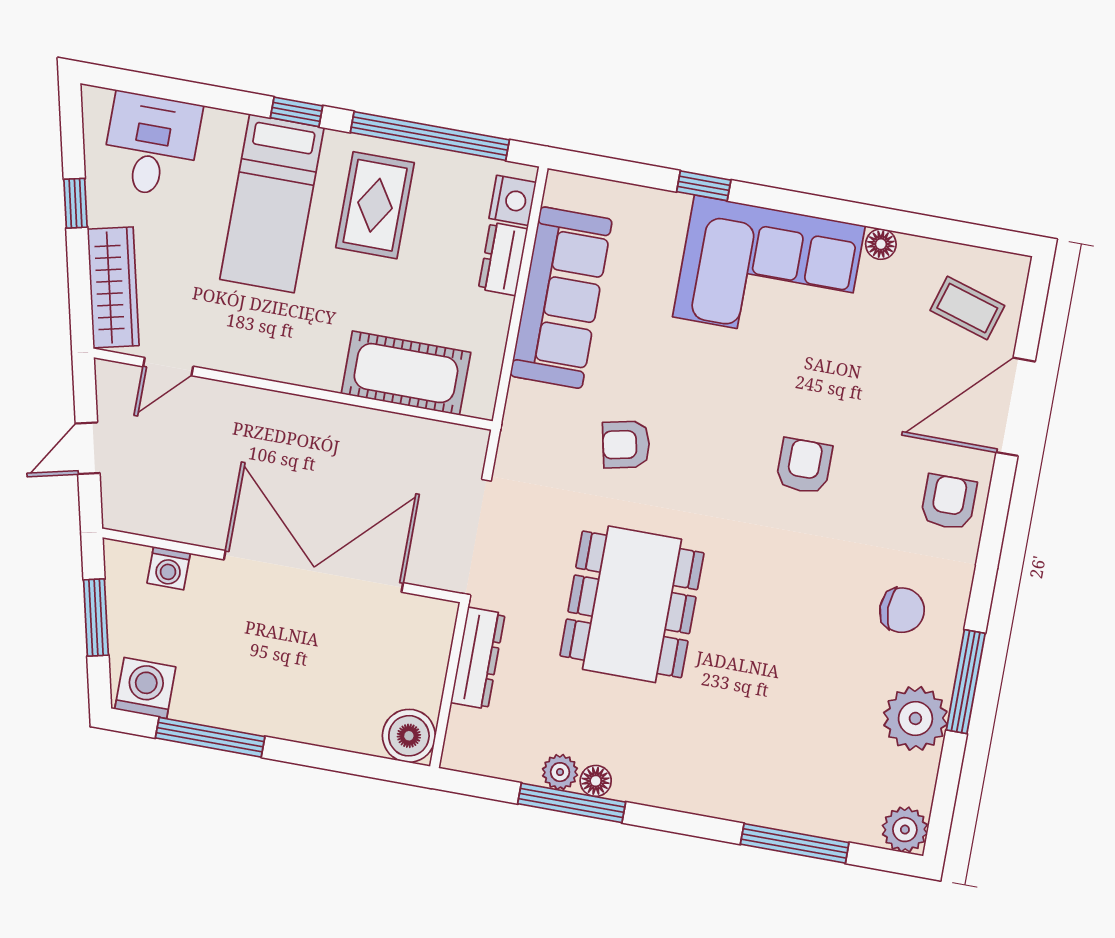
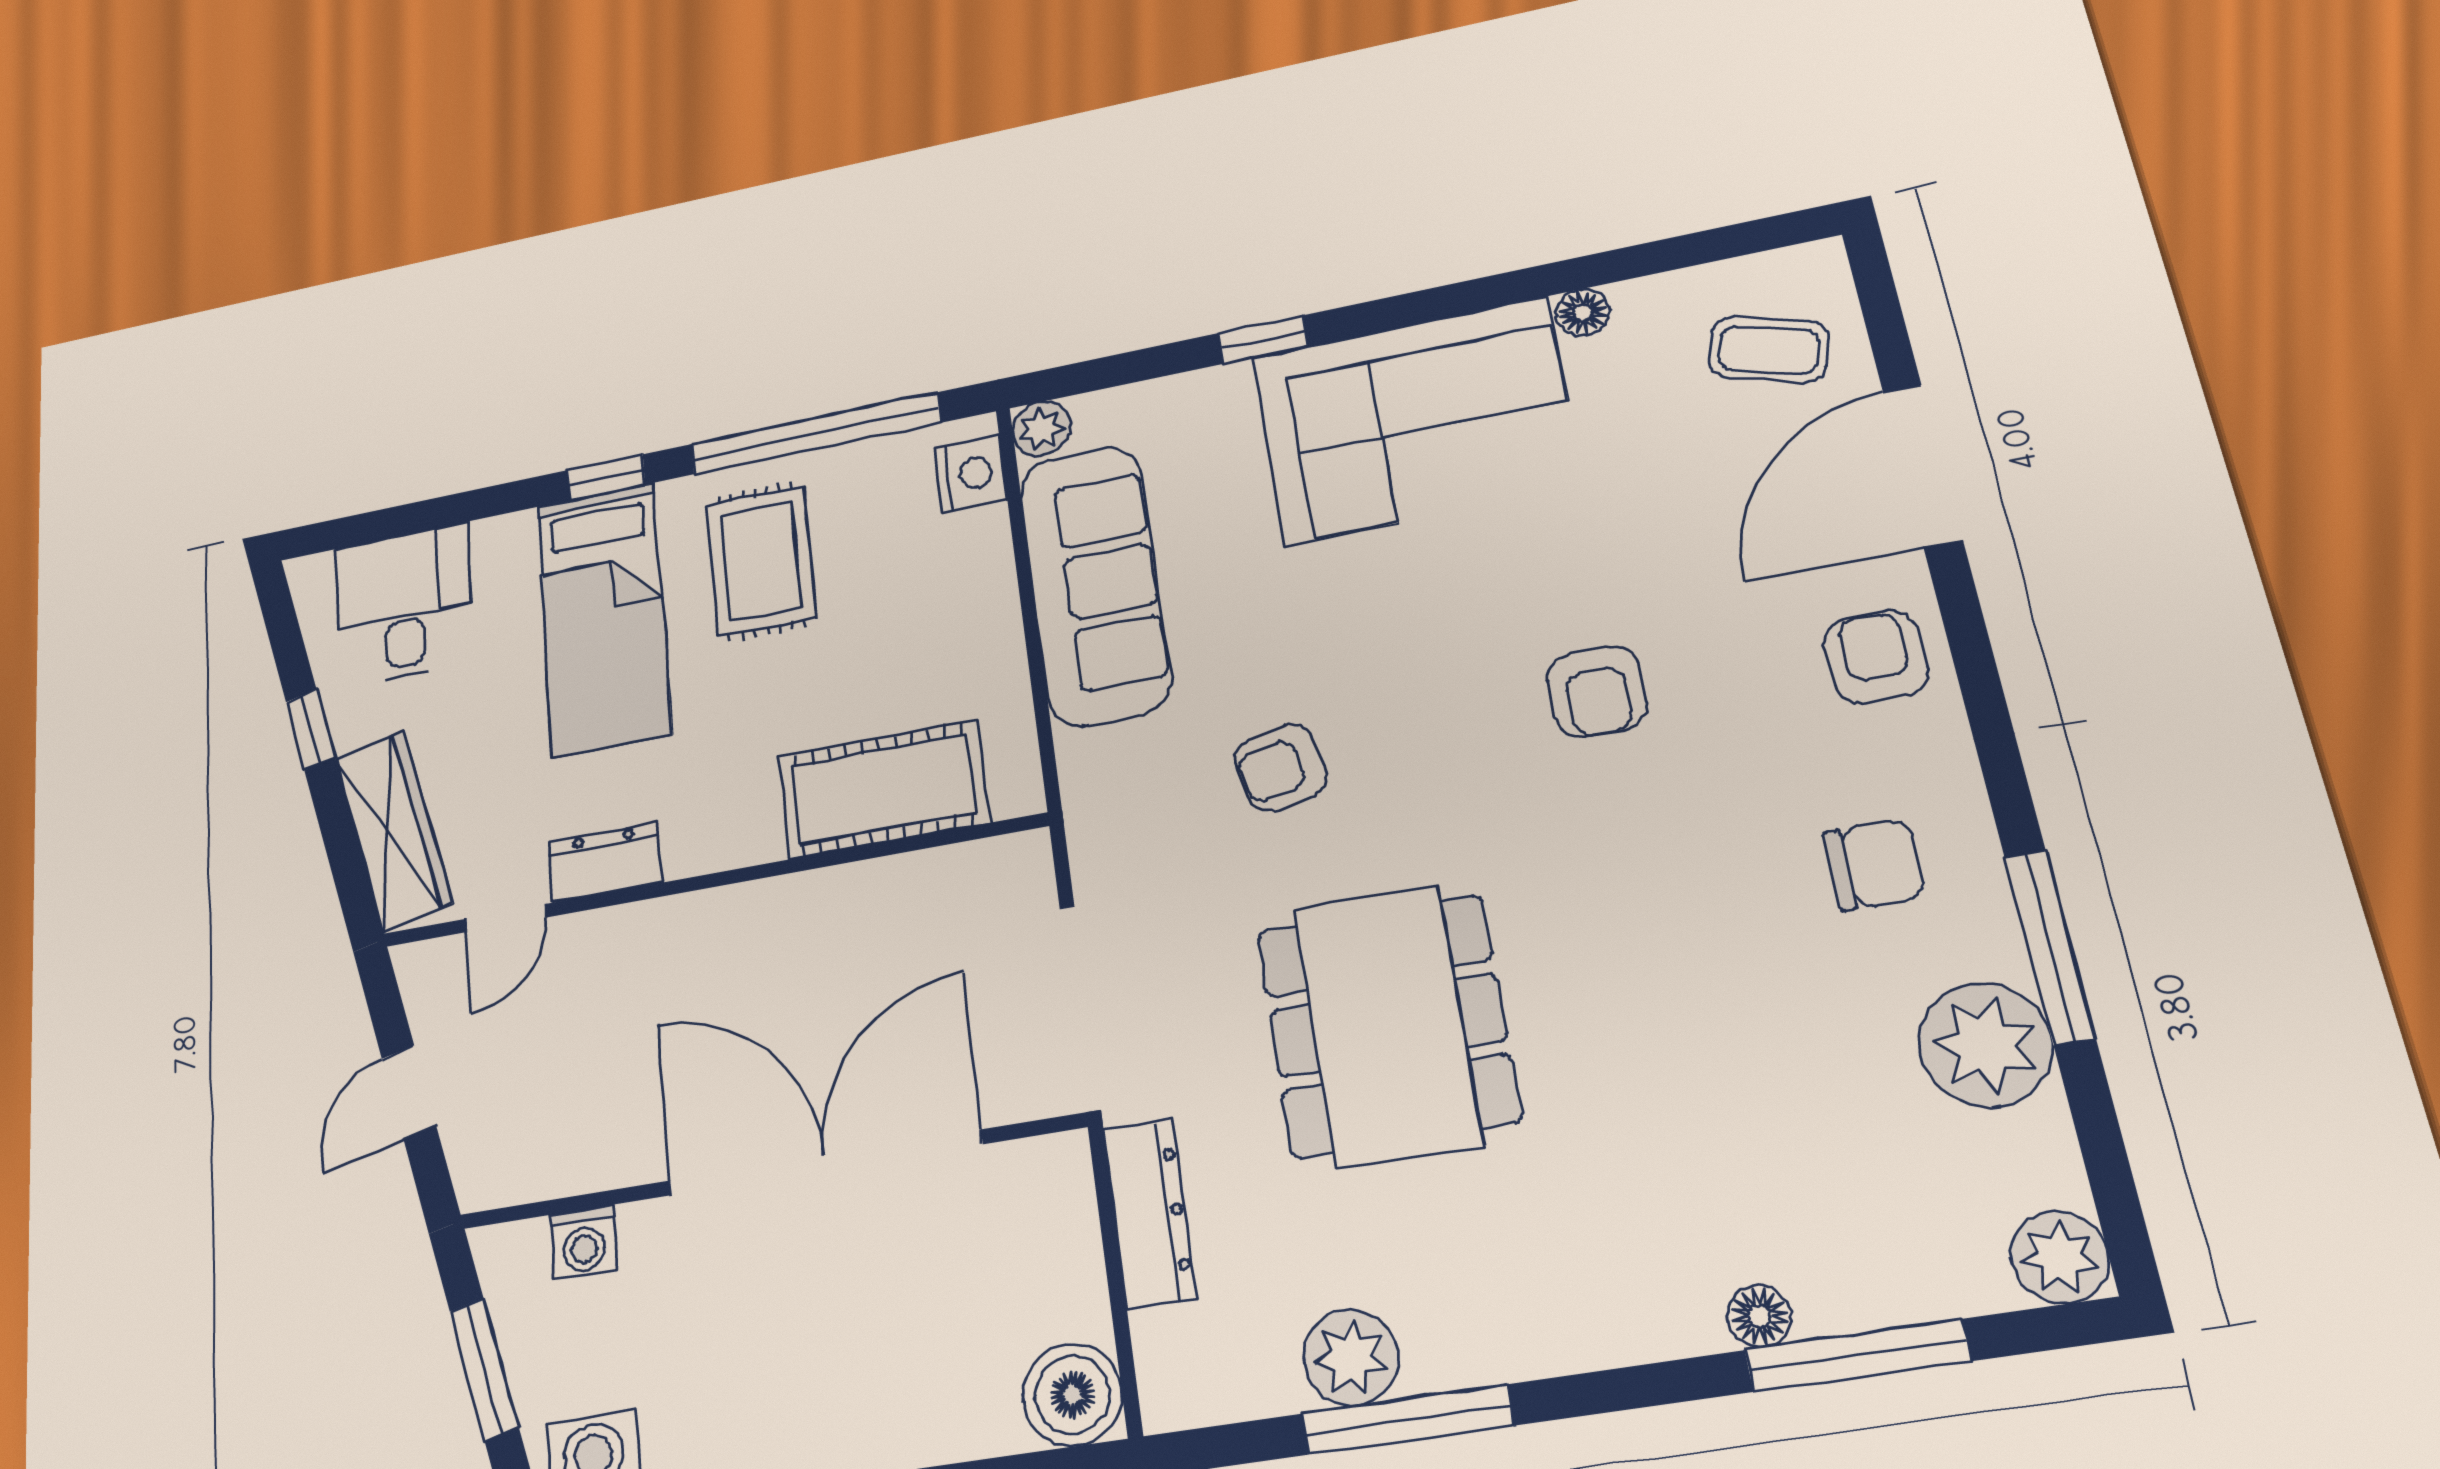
plant: (562, 189) -> (1041, 429), added
dresser: (503, 259) -> (605, 862), moved, turned 90
armchair: (804, 466) -> (1597, 691), turned 180
plant: (560, 772) -> (1351, 1358), width x1.38, depth x1.38
floor lamp: (596, 781) -> (1759, 1316), moved

